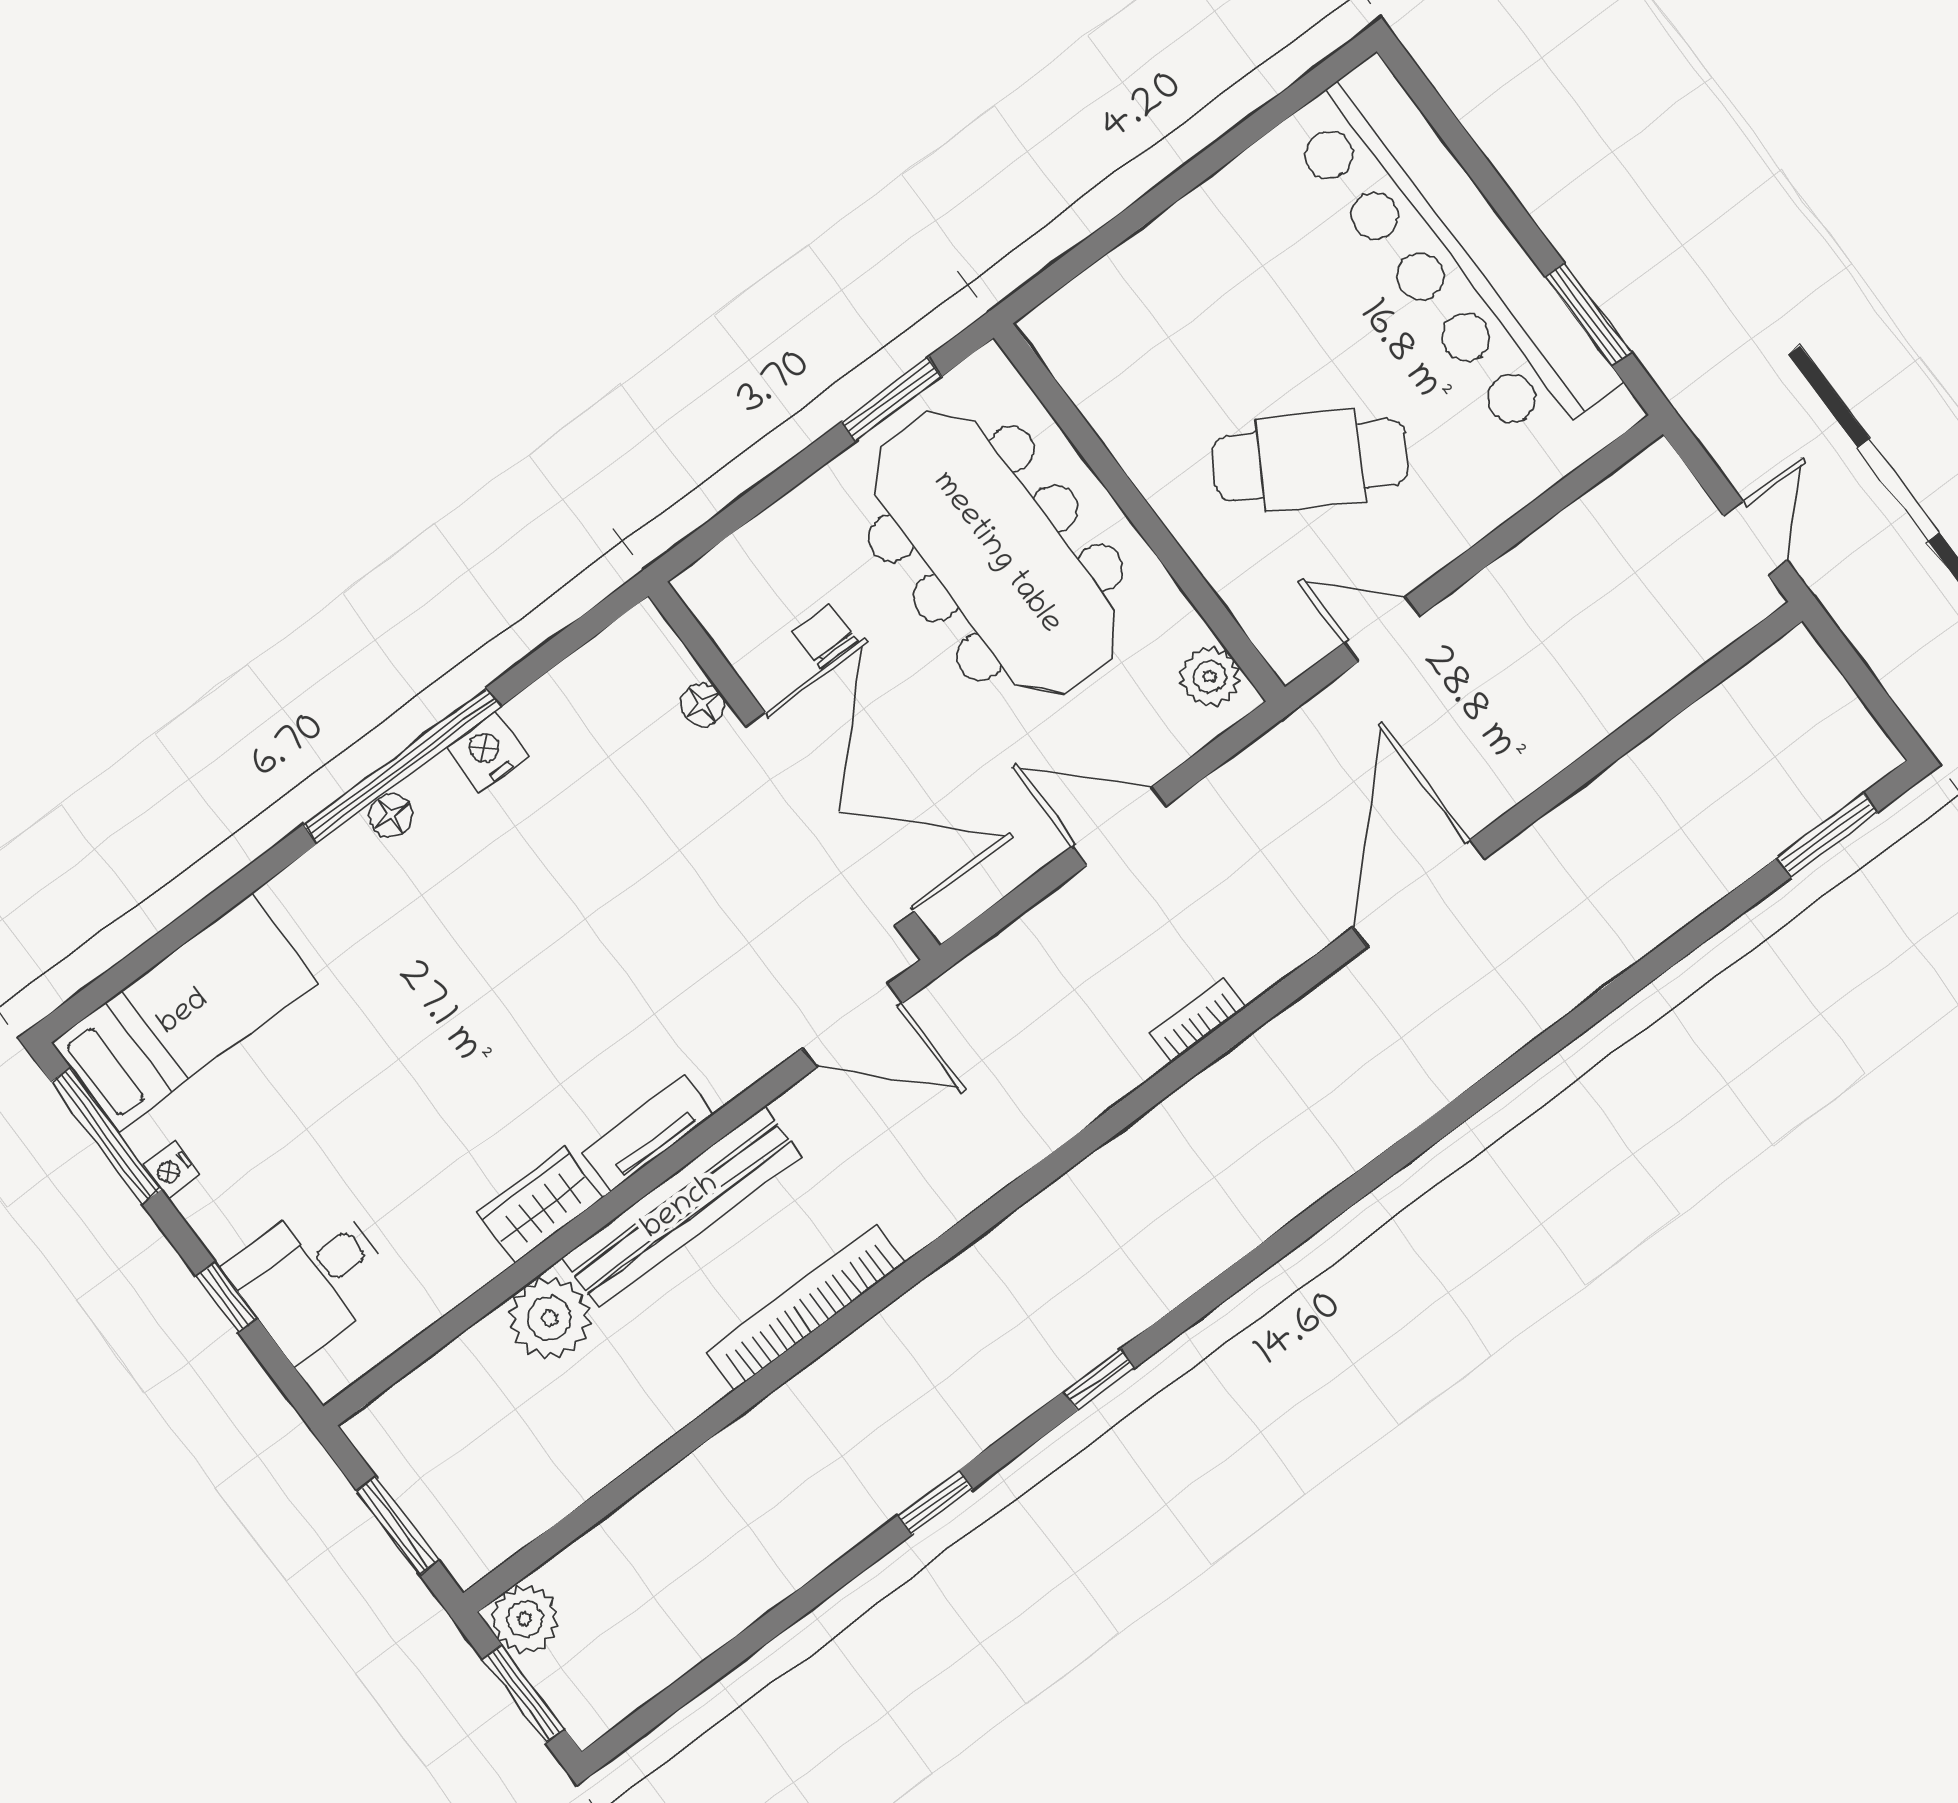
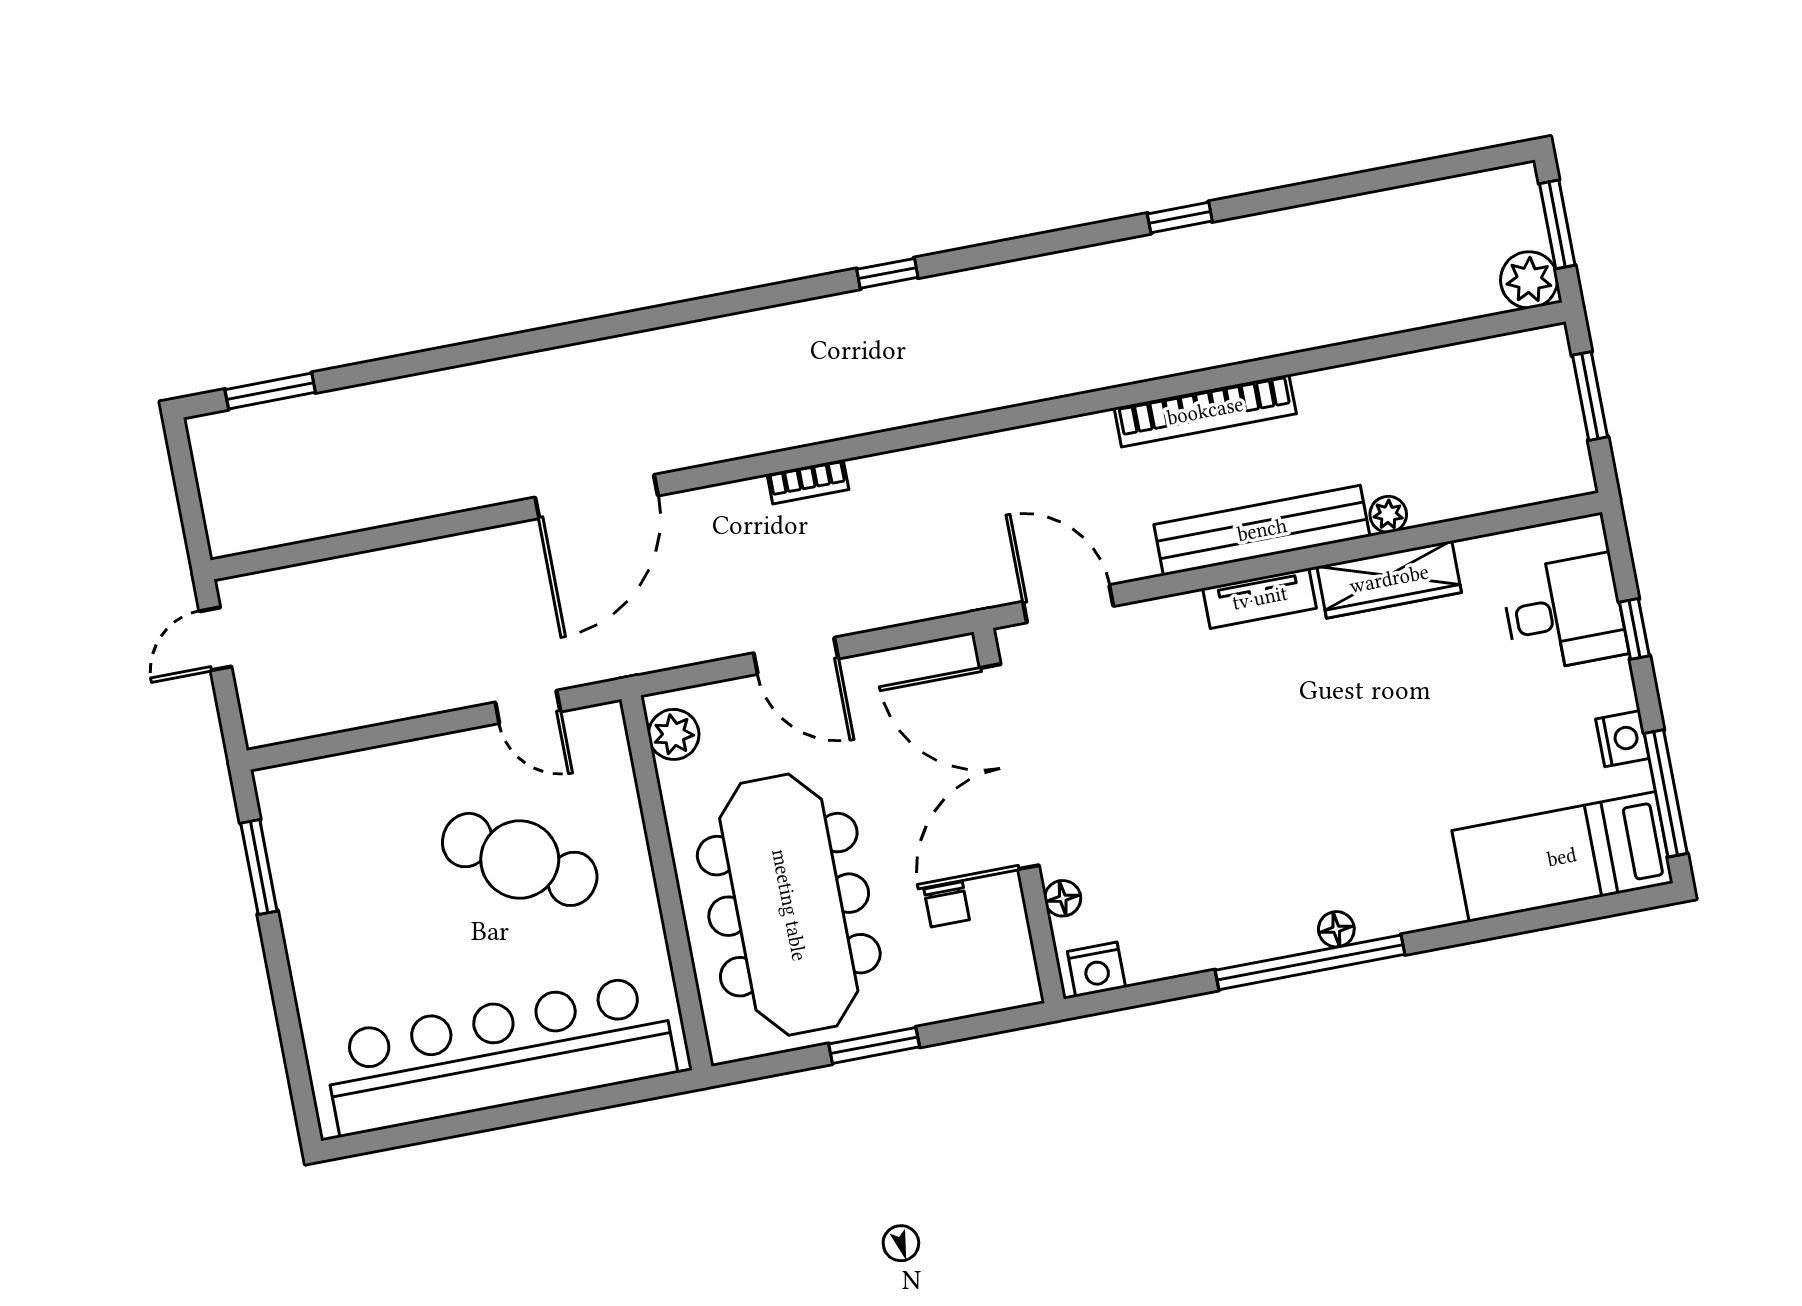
bar counter: (1451, 254) -> (499, 1055), moved, turned -90
window: (892, 399) -> (874, 1045), moved
nightstand: (487, 751) -> (1096, 970), moved
nightstand: (171, 1170) -> (1622, 739), width x1.39, depth x1.35
wardrobe: (540, 1205) -> (1389, 579), width x1.50
plant: (549, 1318) -> (1388, 514), width x0.53, depth x0.53
window: (1099, 1380) -> (887, 273), moved

